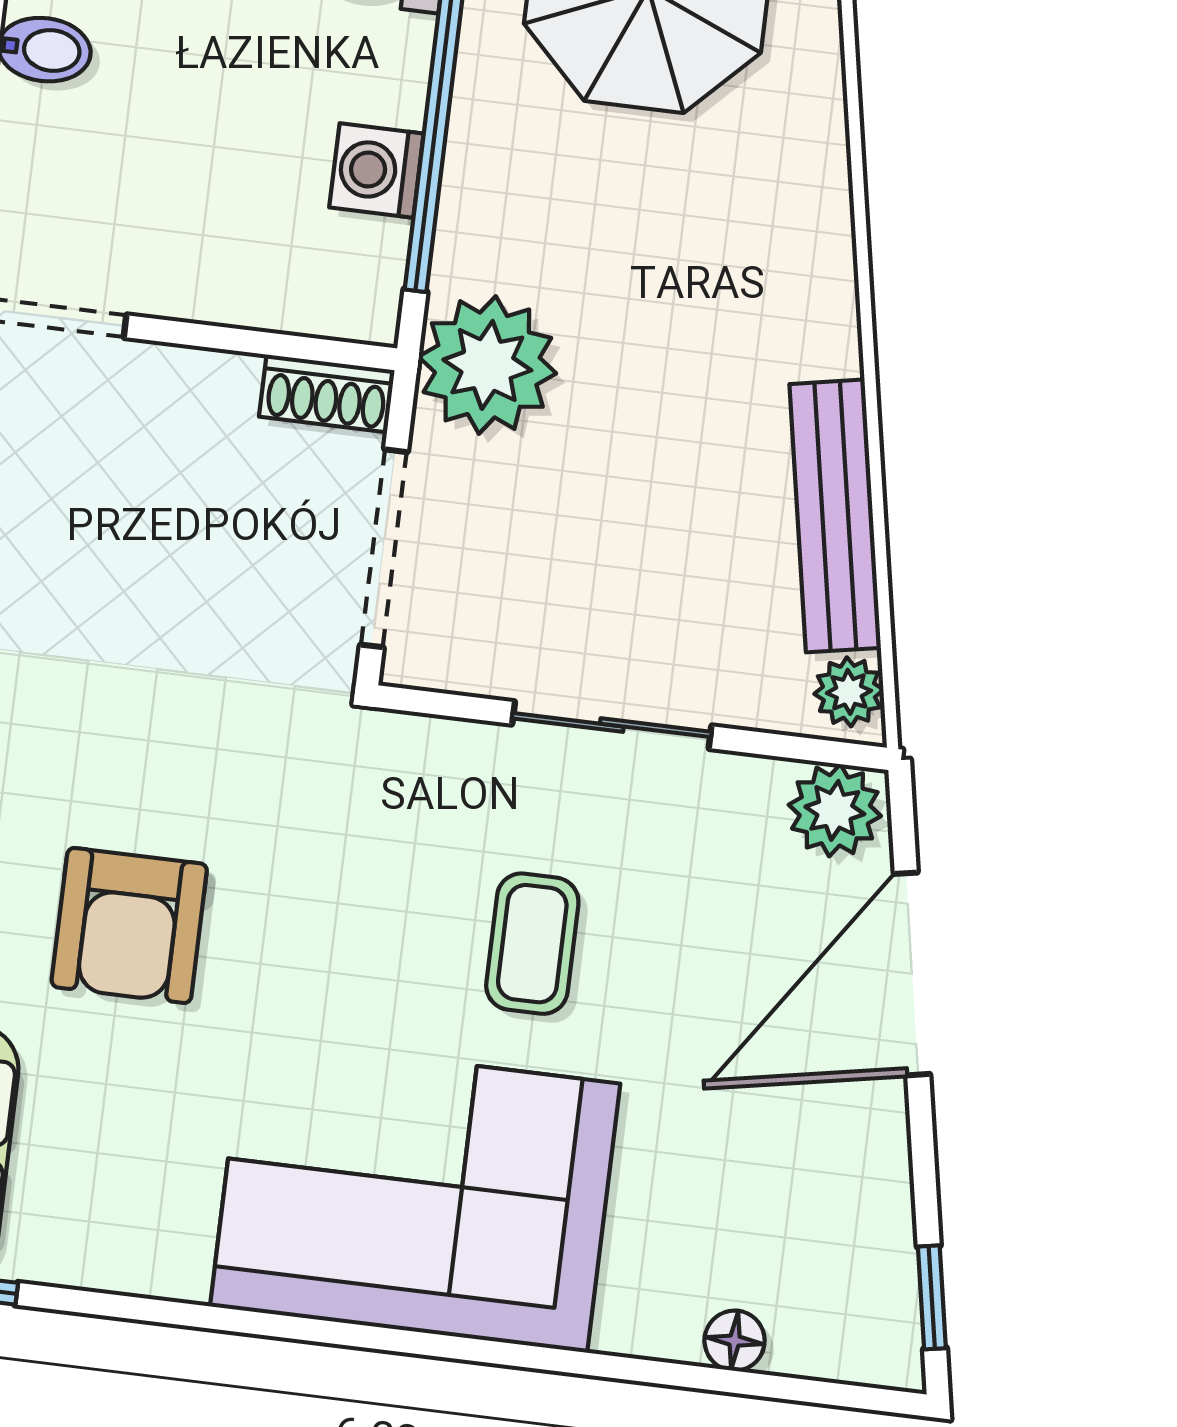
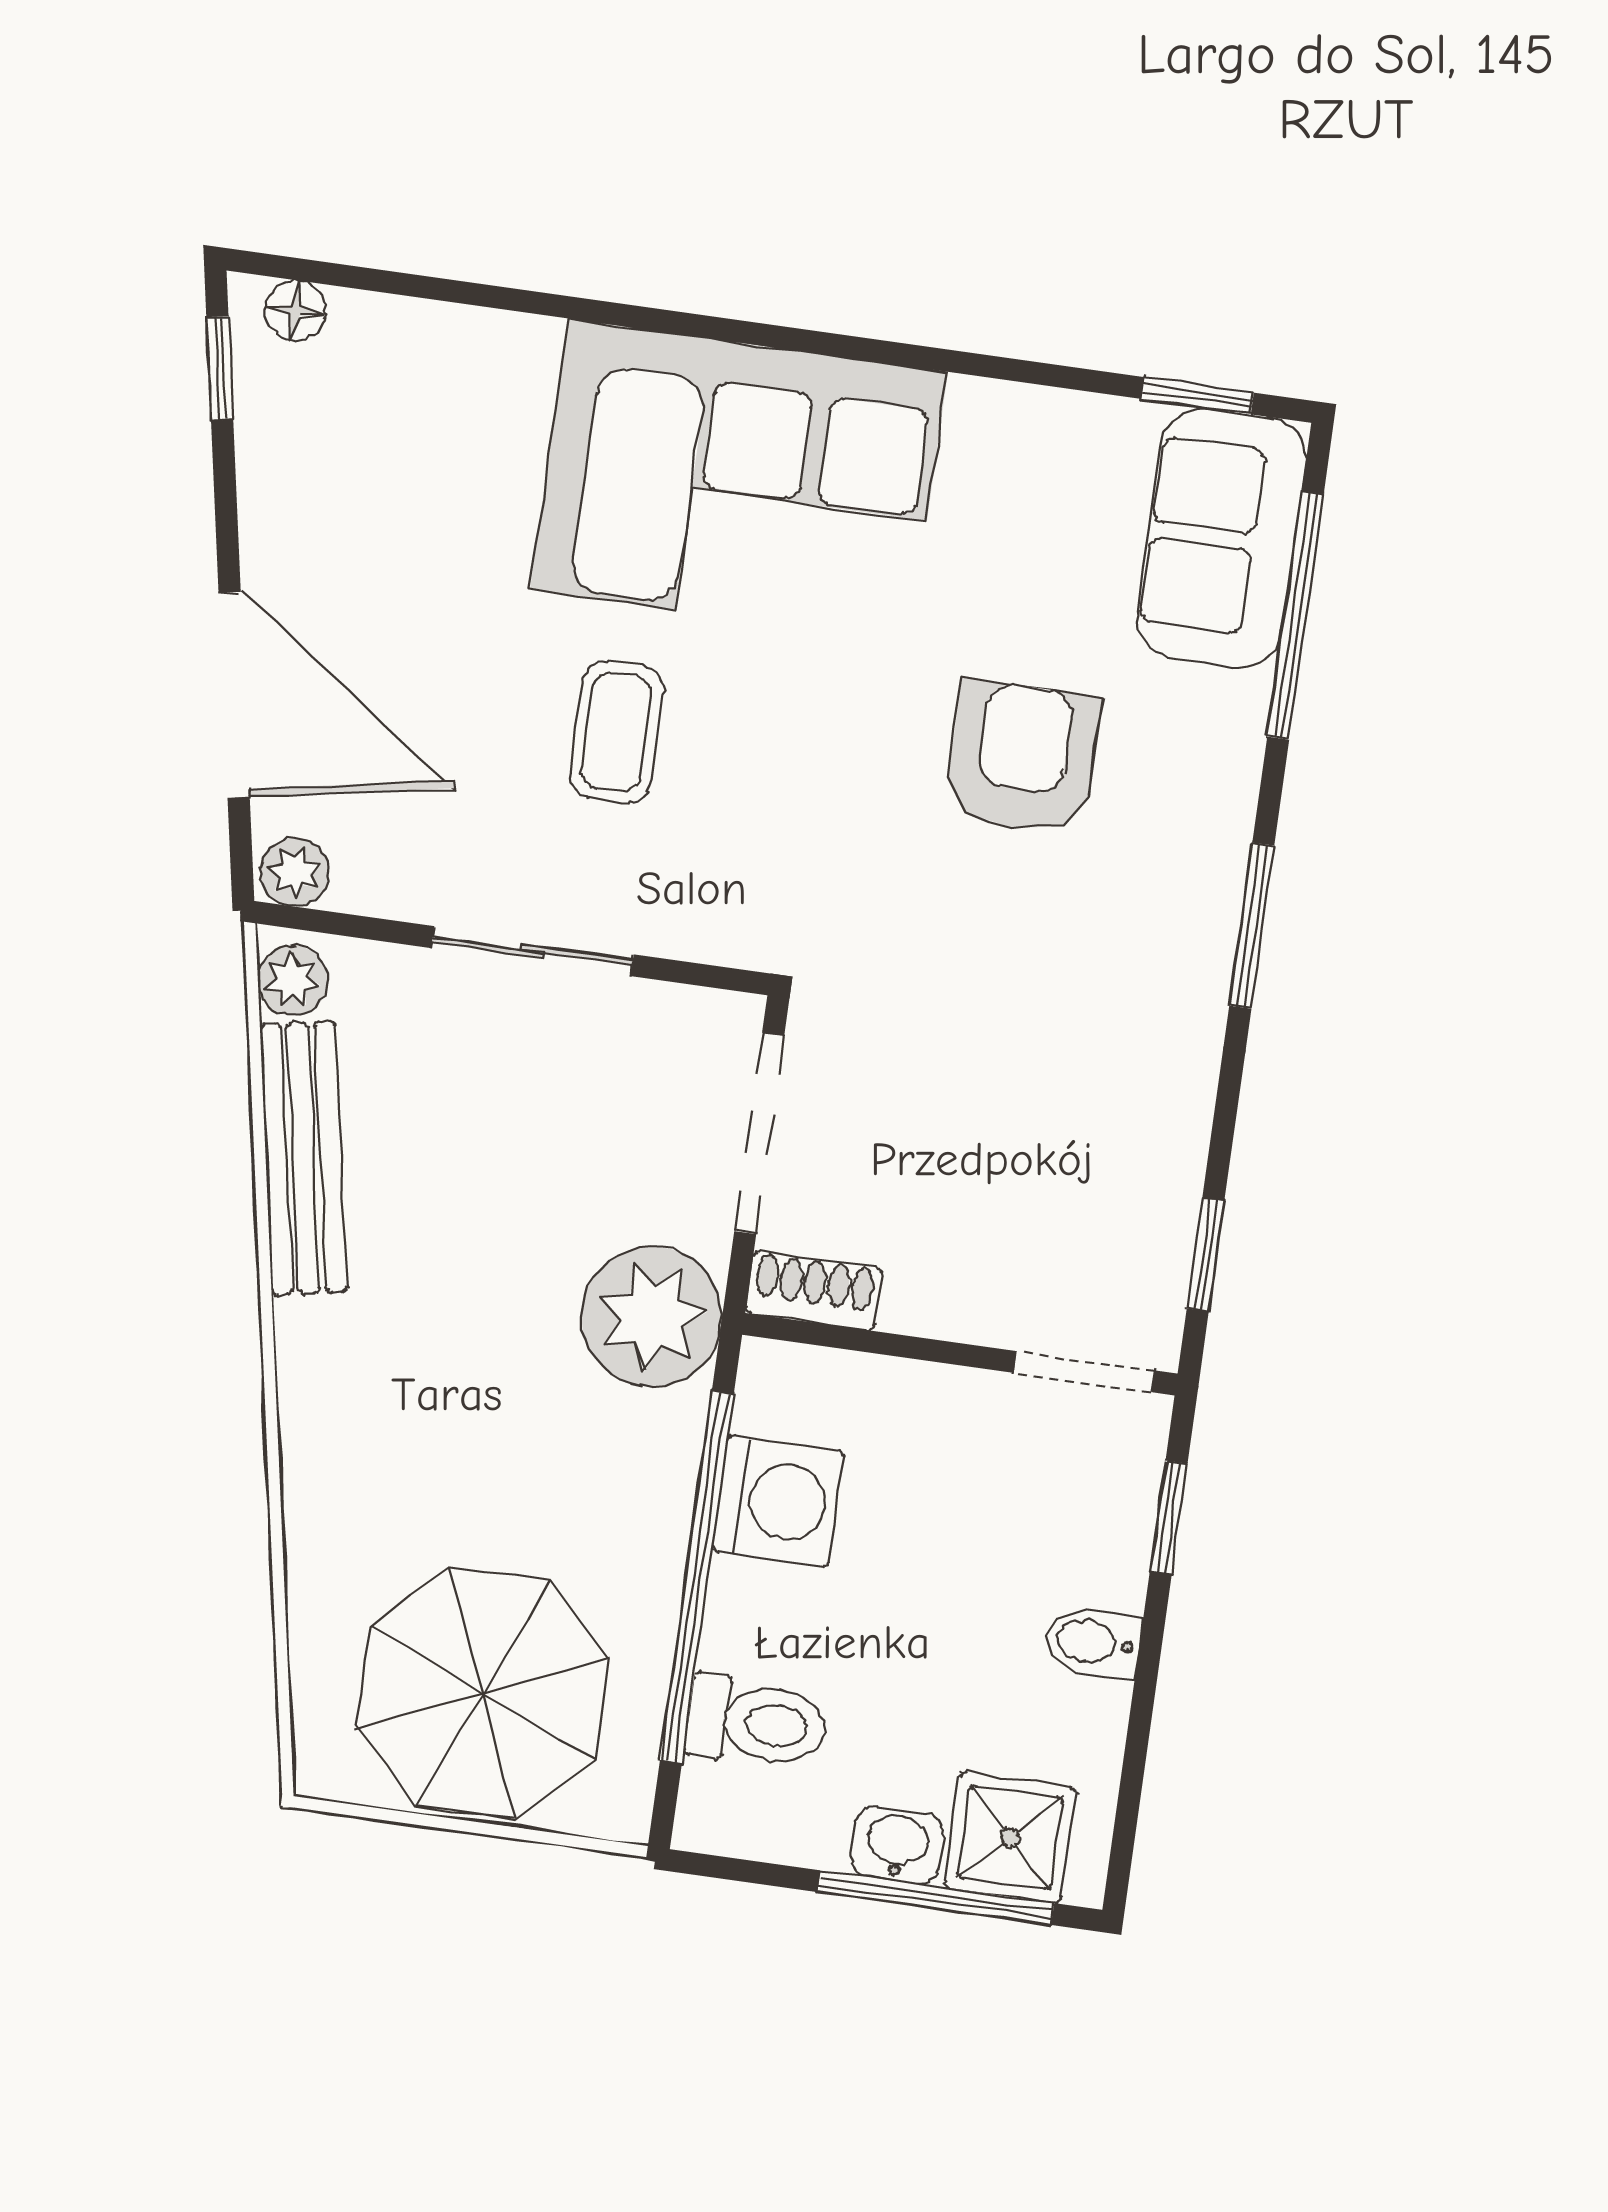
washing machine: (376, 170) -> (778, 1501), width x1.38, depth x1.38
plant: (835, 810) -> (295, 872), width x0.73, depth x0.73
door: (912, 974) -> (234, 695), hinge flipped
floor lamp: (735, 1341) -> (296, 311), moved

